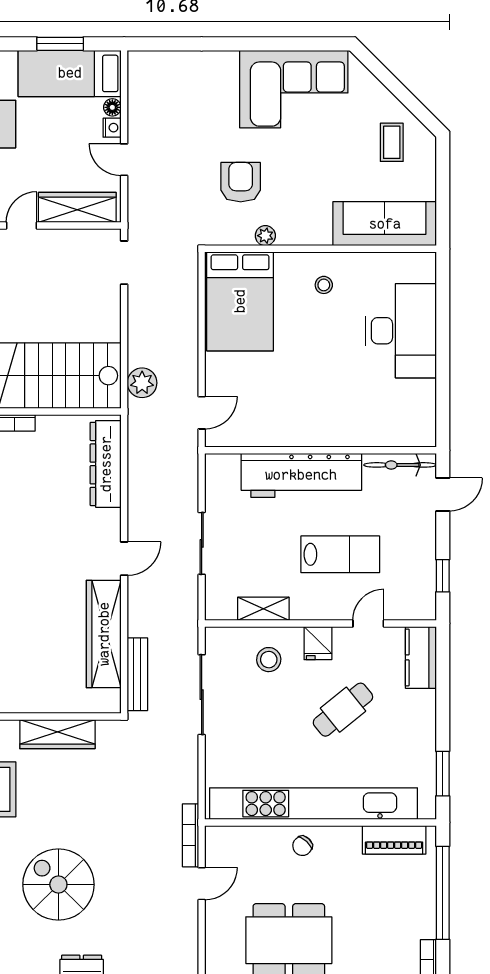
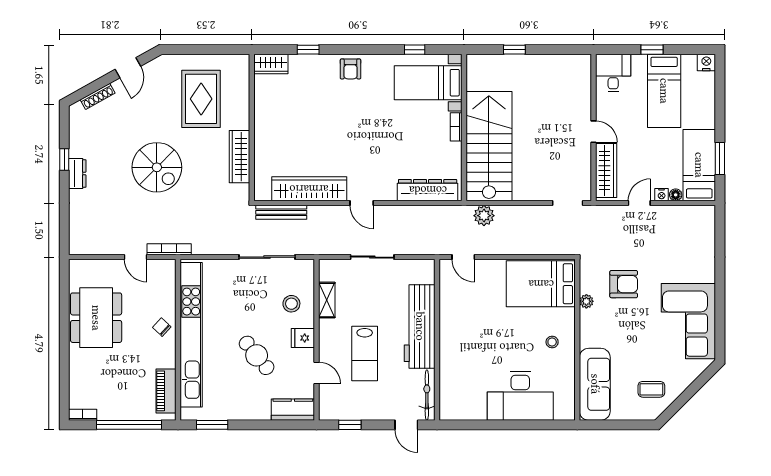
spiral stairs: (58, 885) -> (157, 167), moved, turned 90

